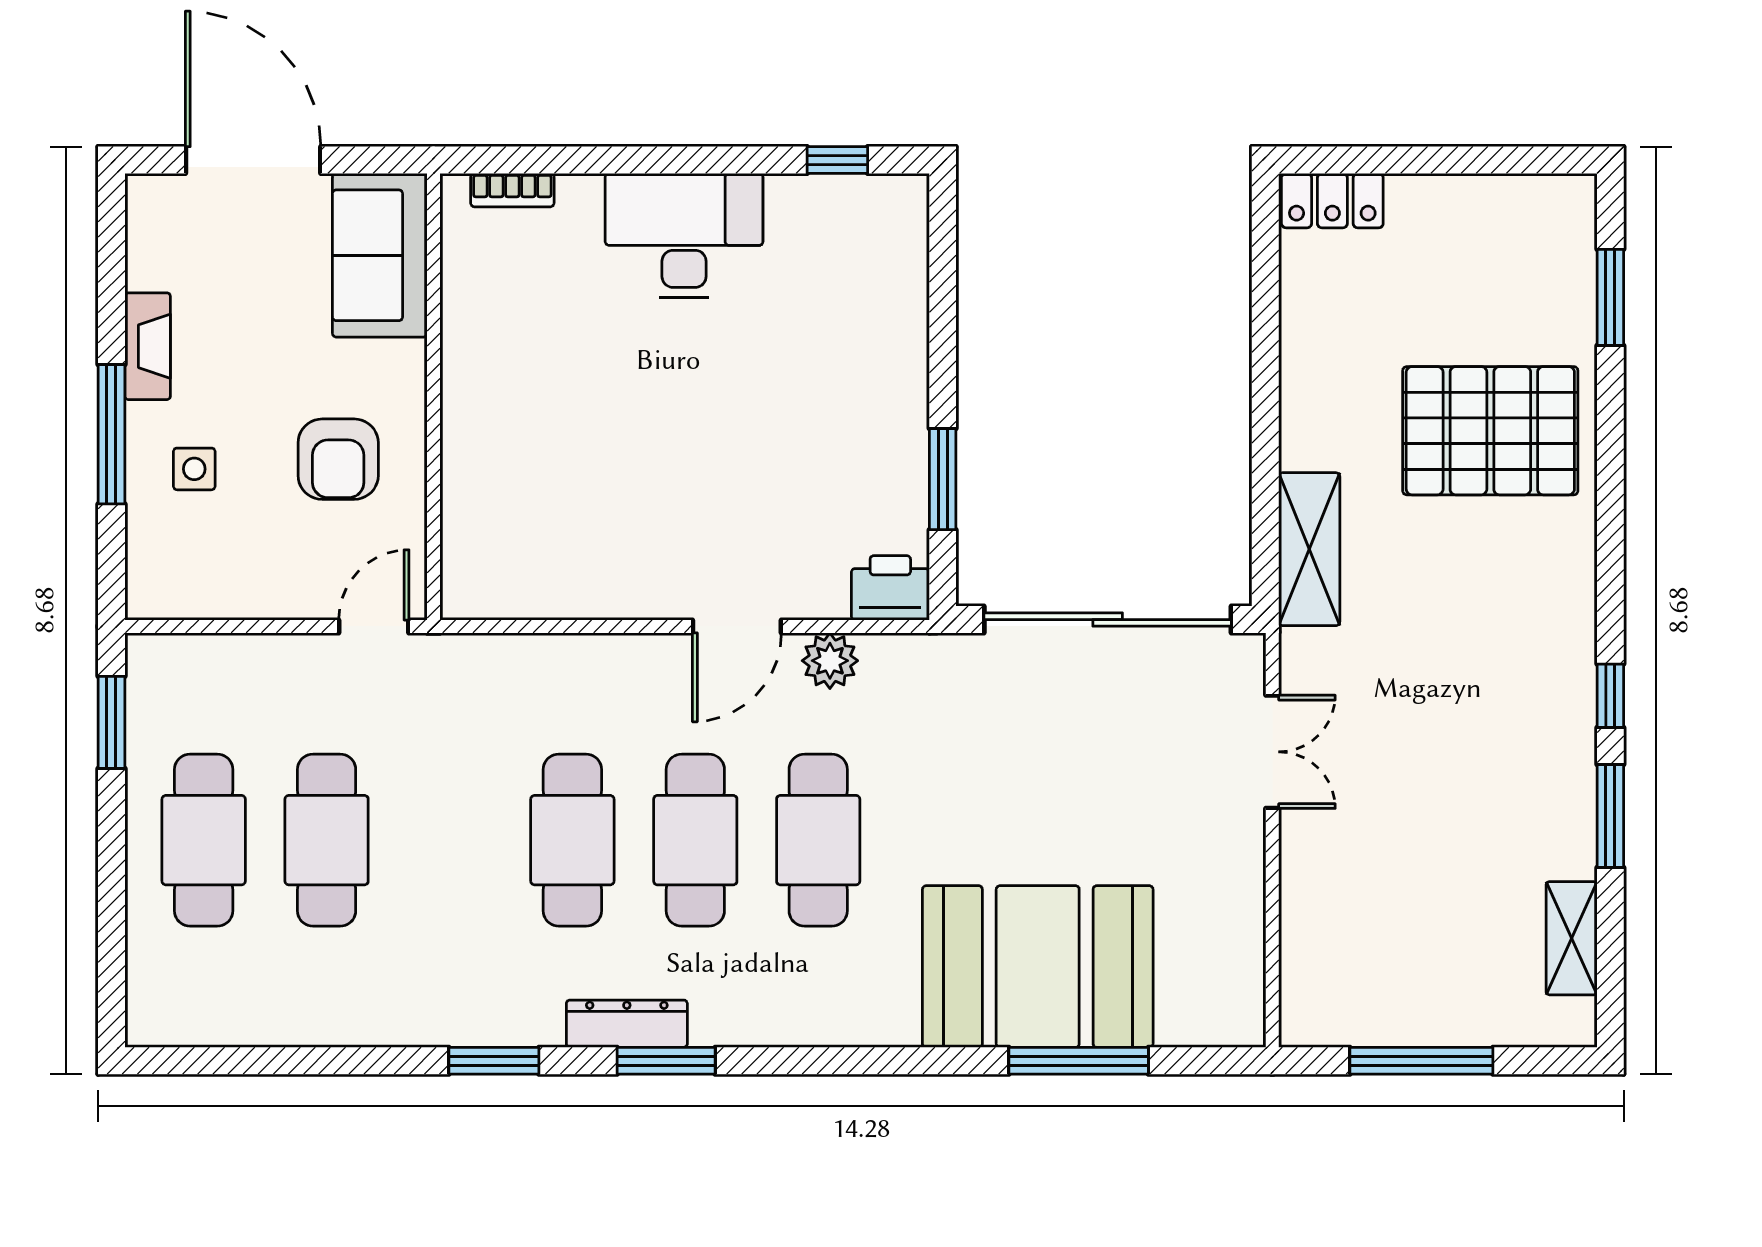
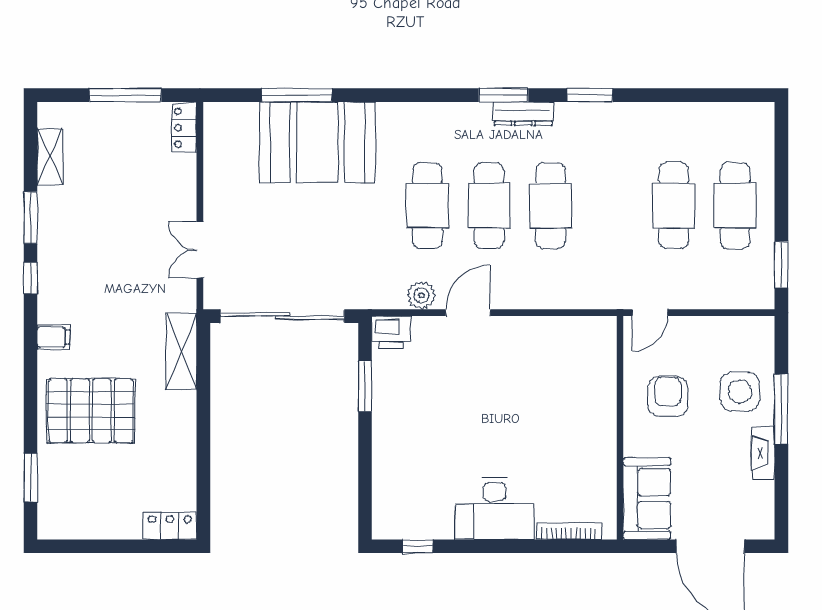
bookcase: (512, 190) -> (569, 531), width x1.56
side table: (194, 469) -> (740, 392), width x1.87, depth x1.87
filing cabinet: (1565, 578) -> (53, 337), added
locker: (1303, 996) -> (184, 128), added

